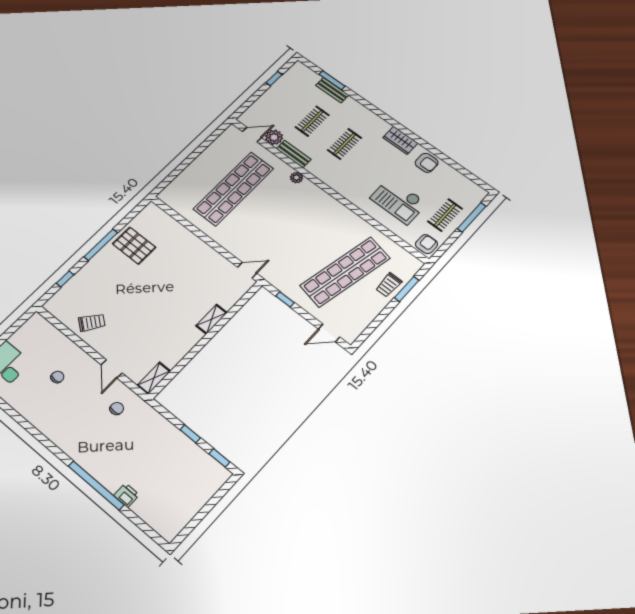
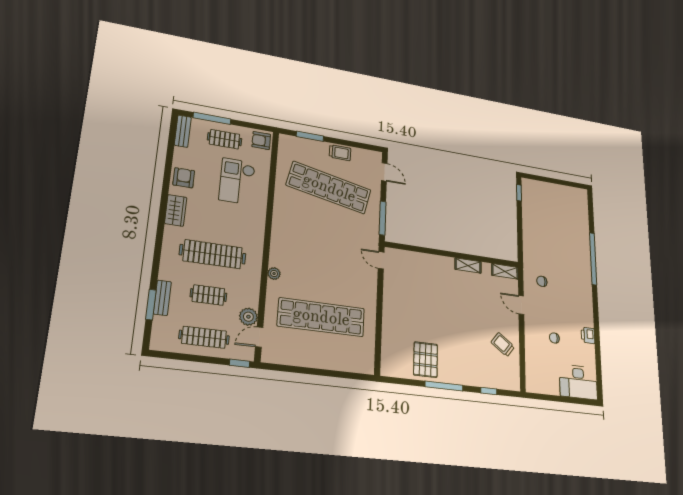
window: (274, 79) -> (239, 363), moved
clothes rail: (280, 99) -> (204, 337), added
door: (252, 135) -> (259, 337), hinge flipped
clothes rail: (344, 144) -> (213, 254), width x1.86, depth x1.31
bench: (294, 154) -> (183, 131), moved
checkout: (398, 201) -> (237, 181), turned 180
trolley: (389, 285) -> (340, 153), moved
window: (285, 299) -> (383, 218), width x2.17
shelving: (211, 319) -> (468, 266), moved
door: (112, 369) -> (521, 305), swing flipped
window: (190, 434) -> (520, 221), removed
printer: (127, 495) -> (588, 335), moved

